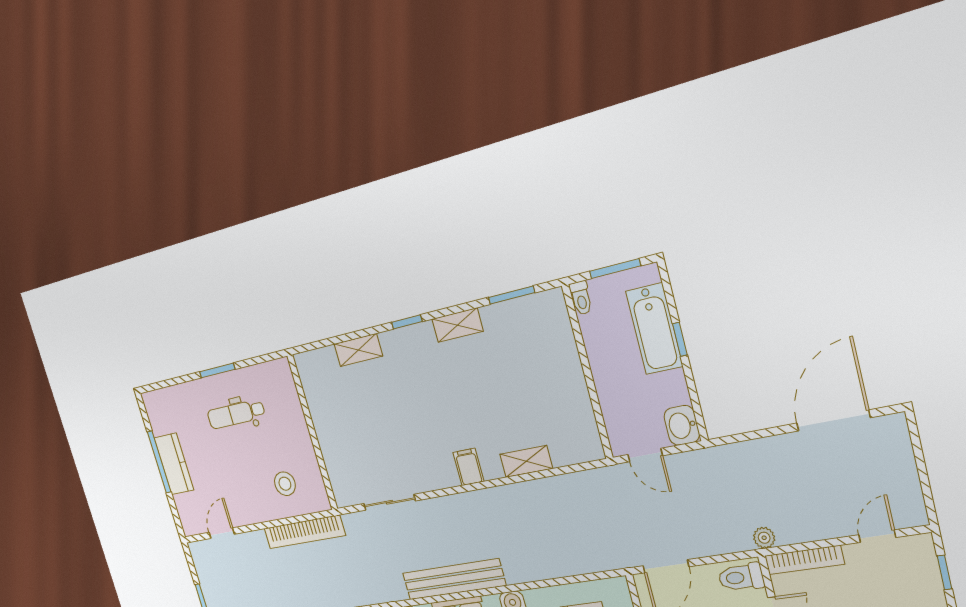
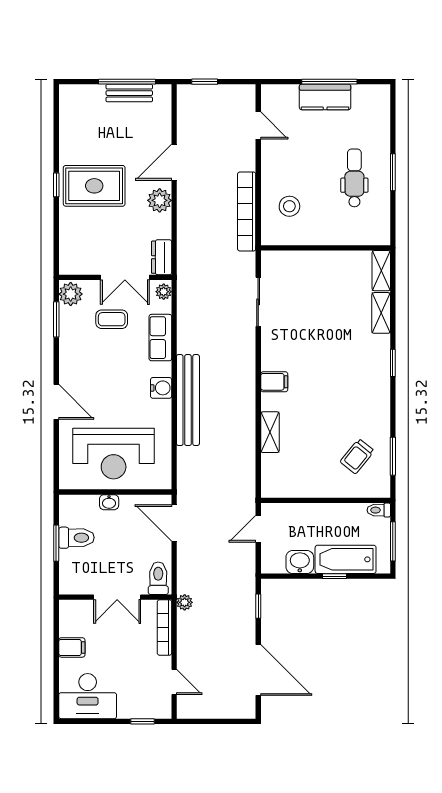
shelving: (458, 325) -> (381, 271), moved
trolley: (524, 343) -> (357, 456), added
washbasin: (682, 425) -> (300, 562), moved
window: (745, 437) -> (258, 606), added
bench: (454, 579) -> (188, 400), moved

